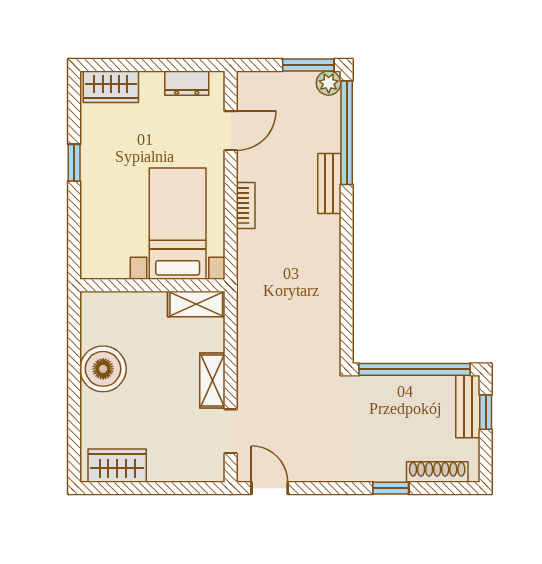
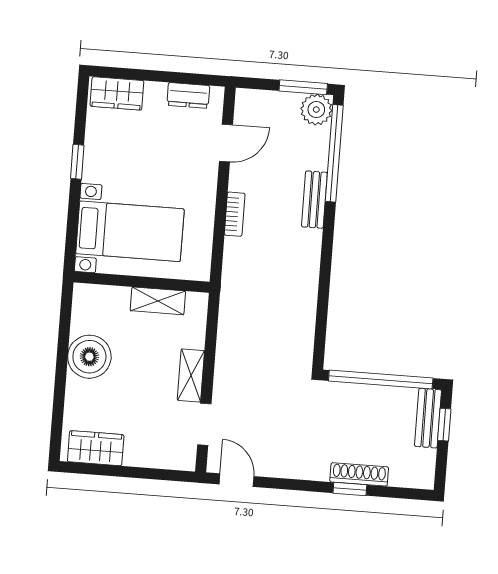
plant: (329, 83) -> (316, 110), width x1.38, depth x1.38
bed with nightstands: (178, 224) -> (130, 231), moved, turned 90
shelving: (196, 304) -> (158, 301), moved
shoe rack: (437, 472) -> (359, 474), moved

